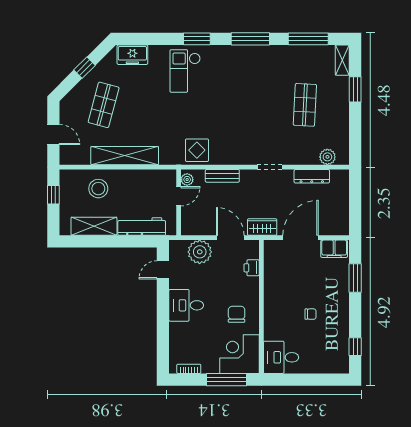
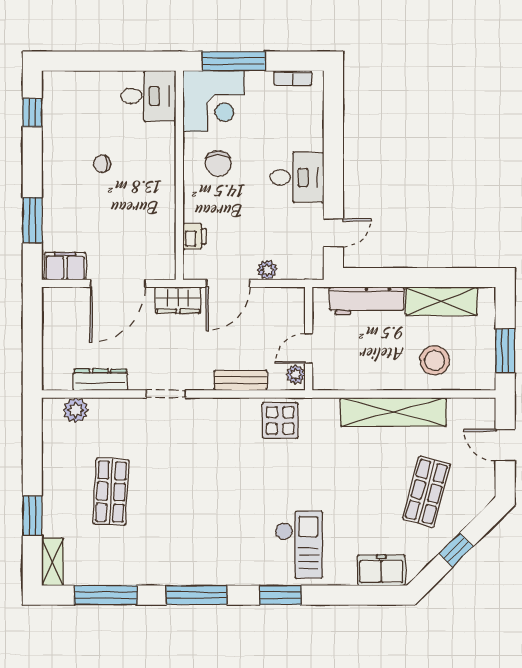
window: (53, 195) -> (505, 351), width x1.50
door: (230, 238) -> (228, 283), hinge flipped
plant: (200, 252) -> (267, 270), width x0.53, depth x0.53

